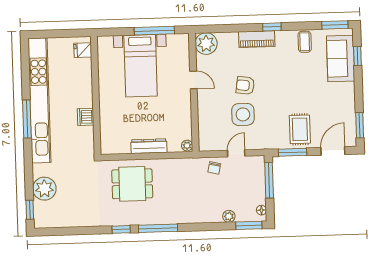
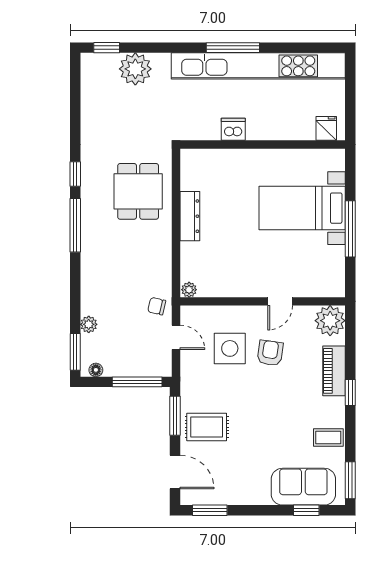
plant: (206, 44) -> (330, 321), moved
door: (193, 80) -> (280, 301), moved
wall: (194, 92) -> (263, 301), moved
plant: (187, 146) -> (189, 290), moved

